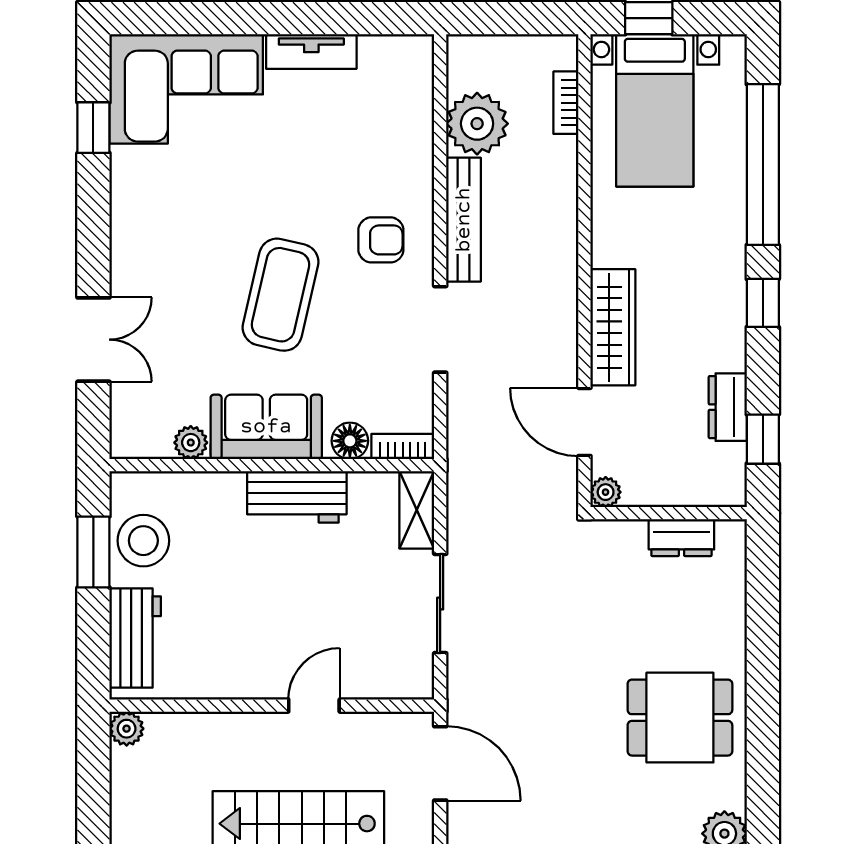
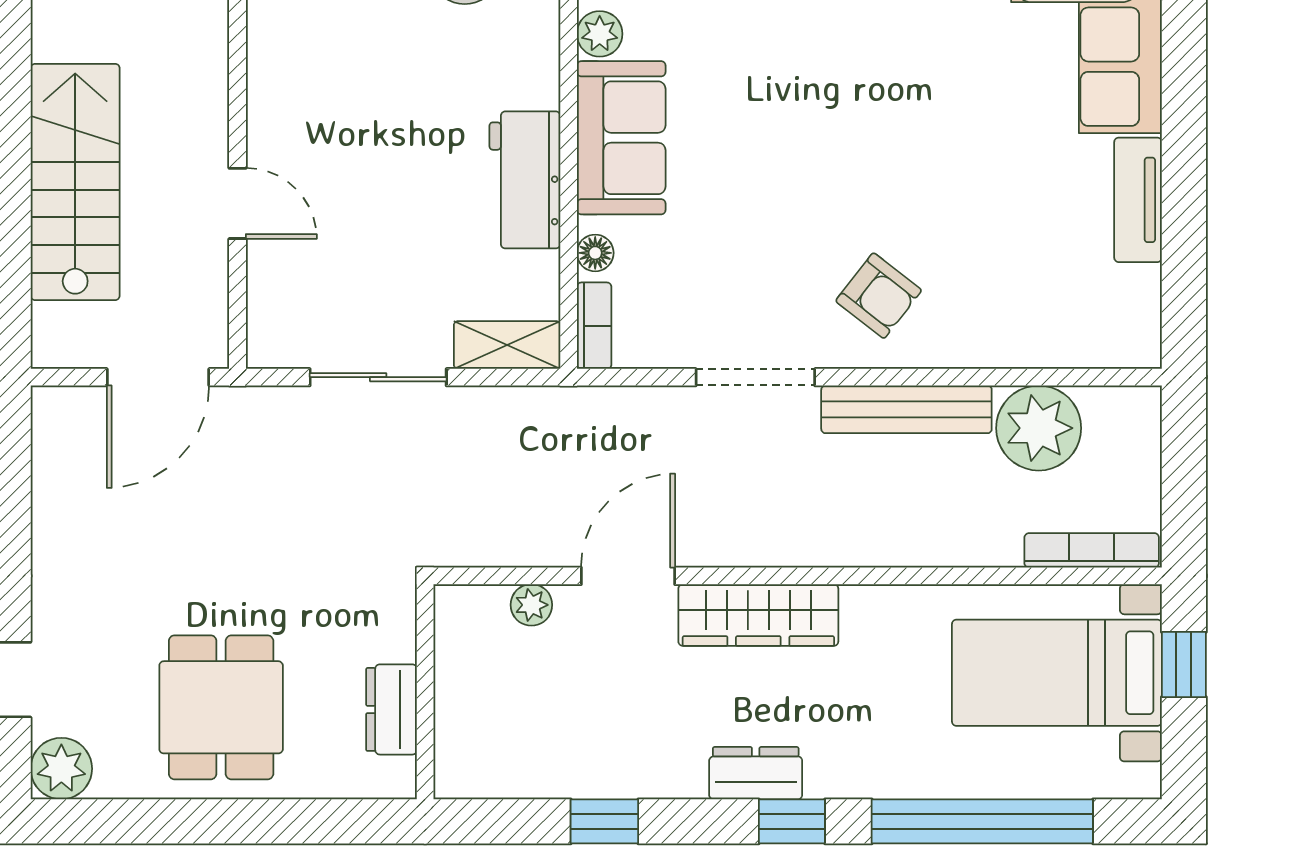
bookcase: (566, 103) -> (1092, 550), width x1.56
armchair: (381, 240) -> (879, 296), turned -52
coffee table: (281, 295) -> (803, 157), removed
dresser: (728, 407) -> (756, 773), moved
floor lamp: (350, 441) -> (595, 253), width x0.73, depth x0.73
wall: (669, 513) -> (425, 692), moved
dresser: (681, 538) -> (391, 709), moved

